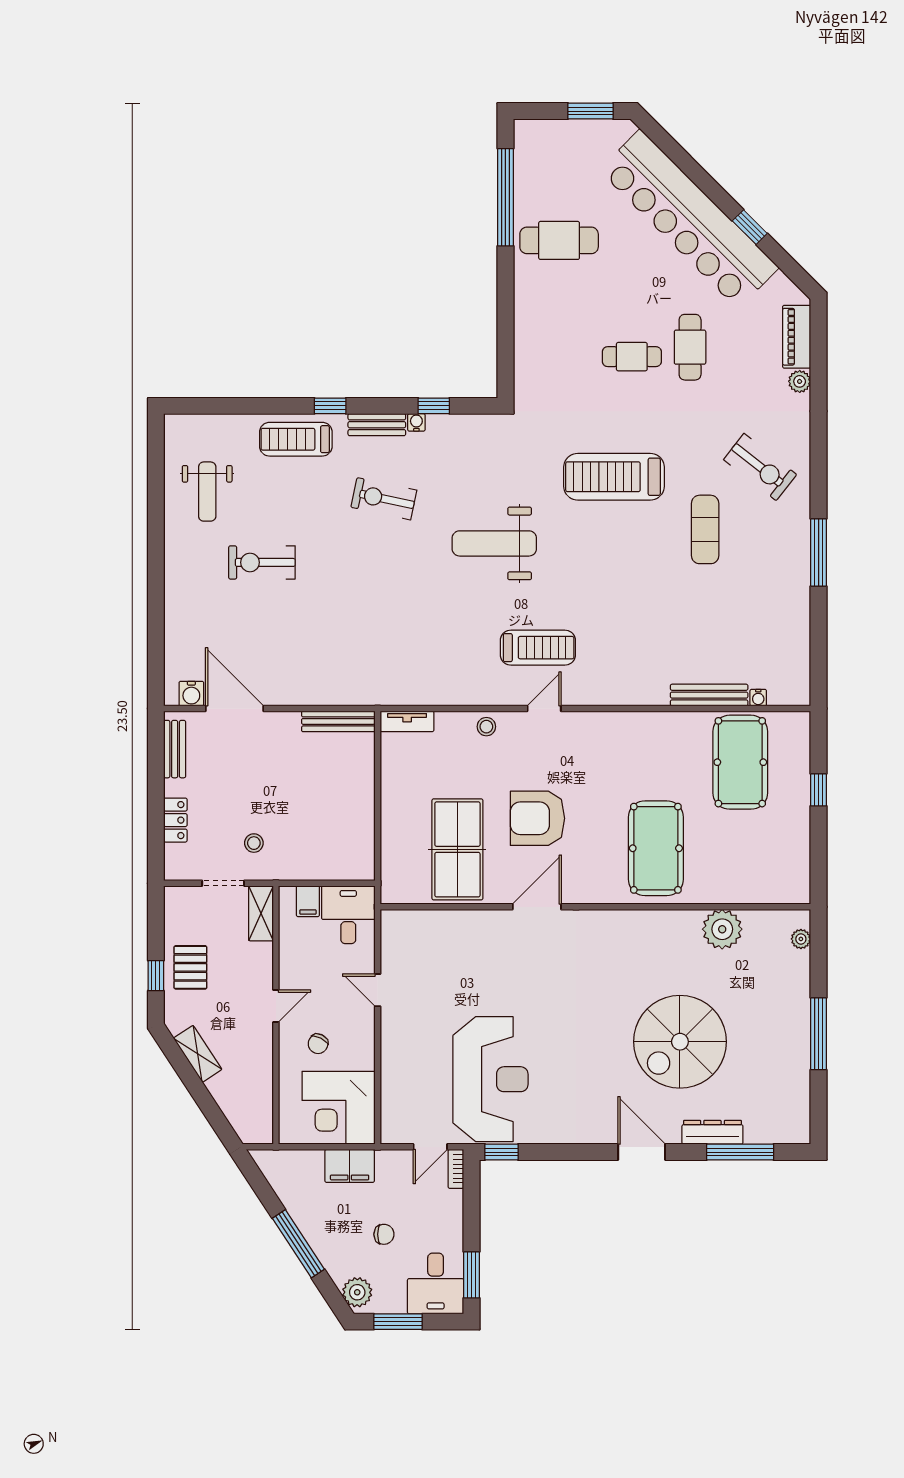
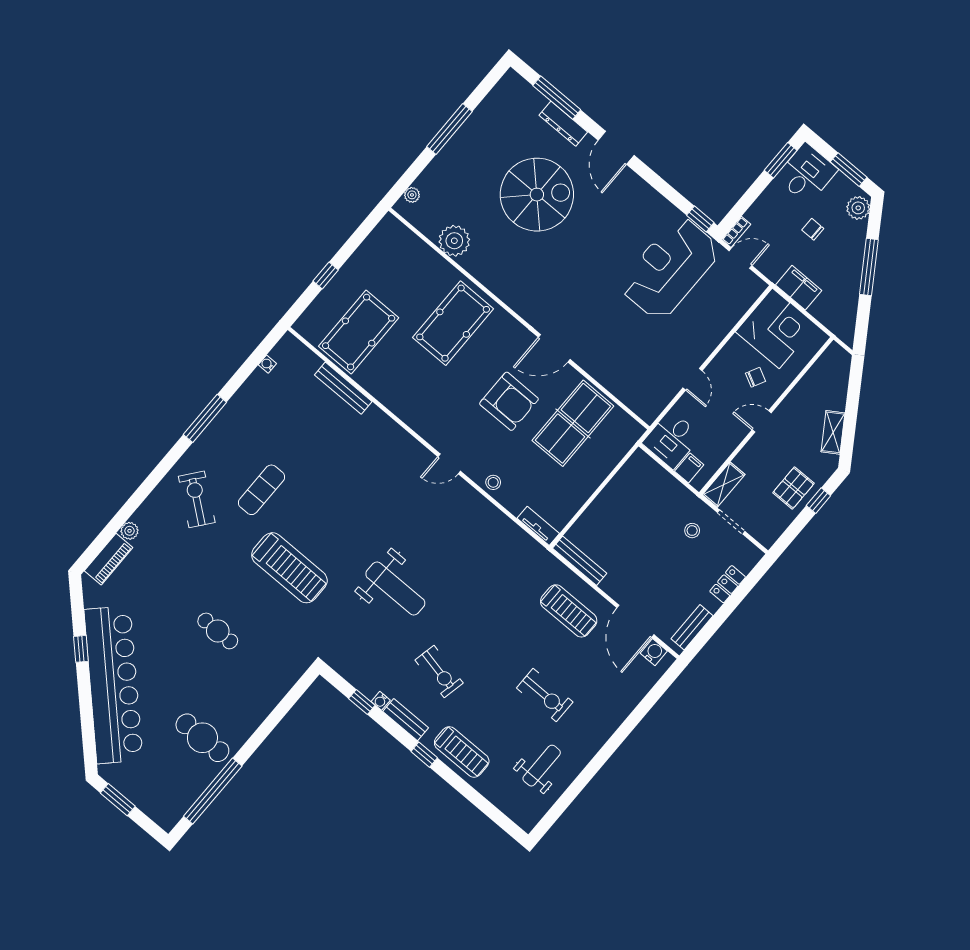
cafe table: (690, 347) -> (178, 607), removed
treadmill: (538, 648) -> (569, 611), moved, turned 180
water cooler: (758, 698) -> (267, 364), moved, turned -90

